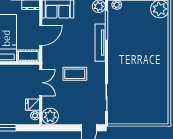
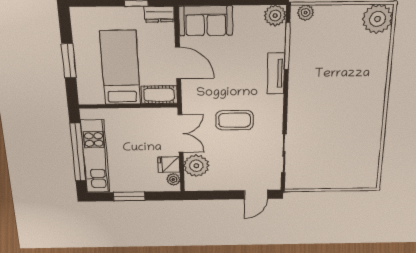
door: (41, 35) -> (178, 63), hinge flipped
tv unit: (100, 43) -> (276, 73), width x0.71
plant: (50, 116) -> (196, 166), moved

